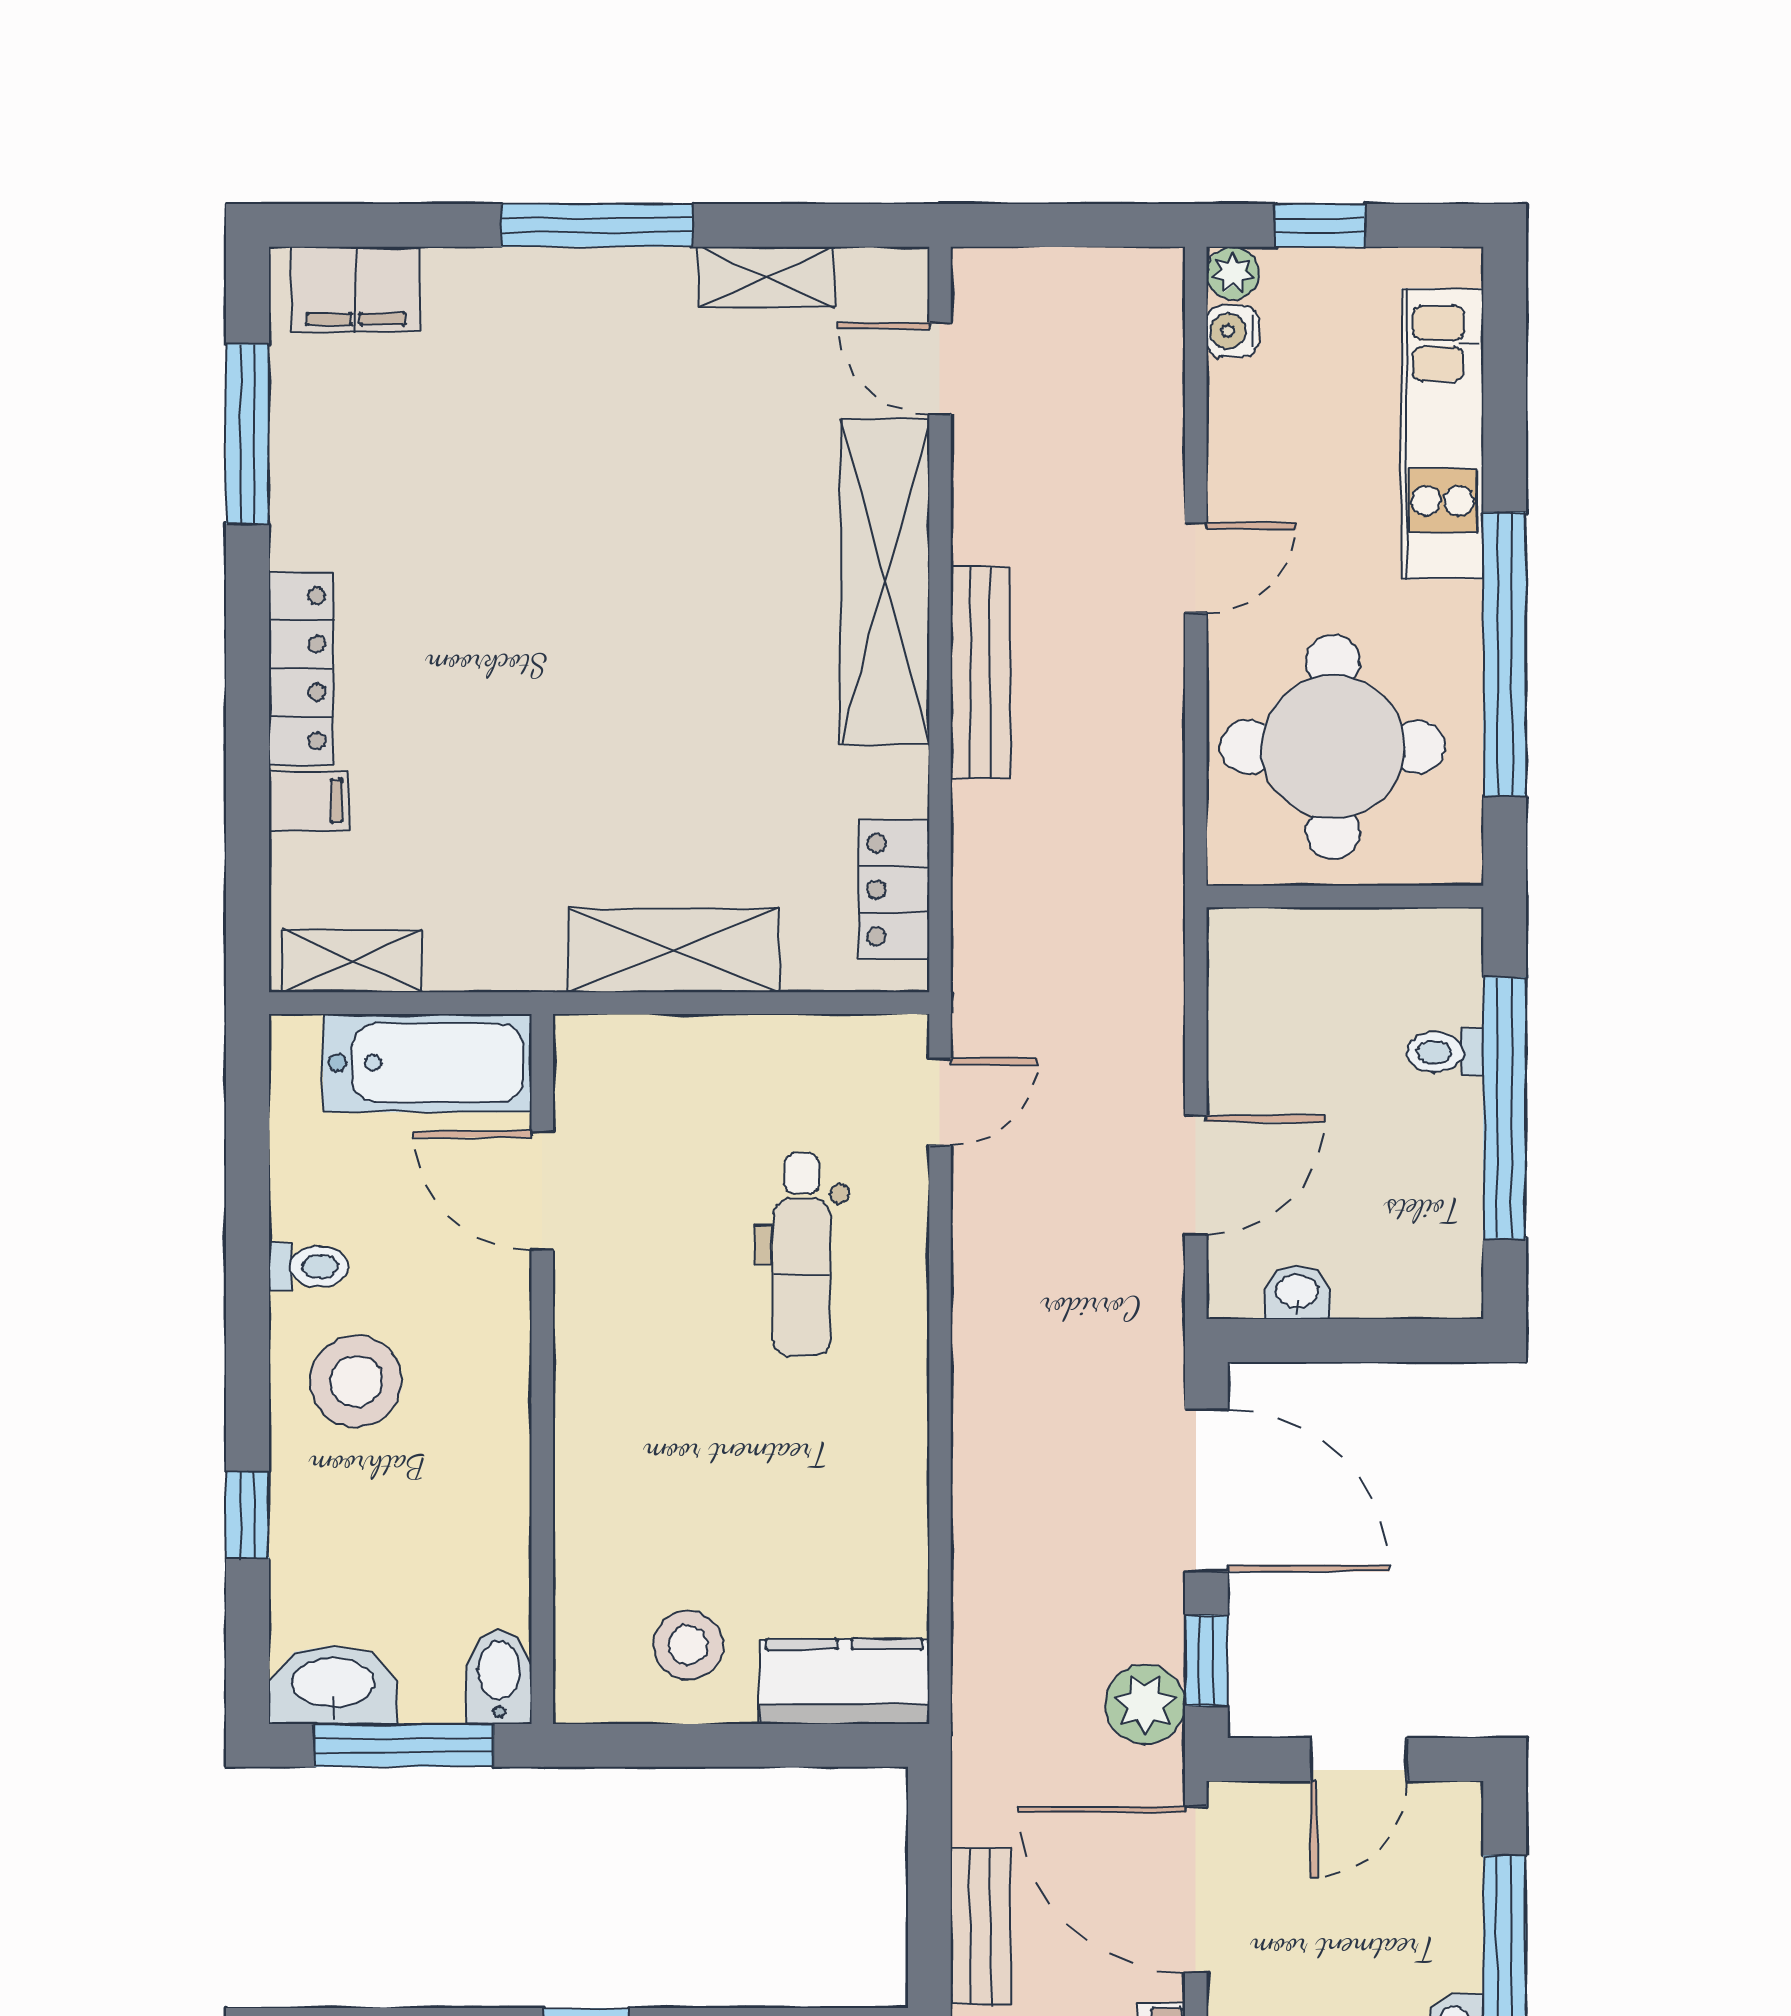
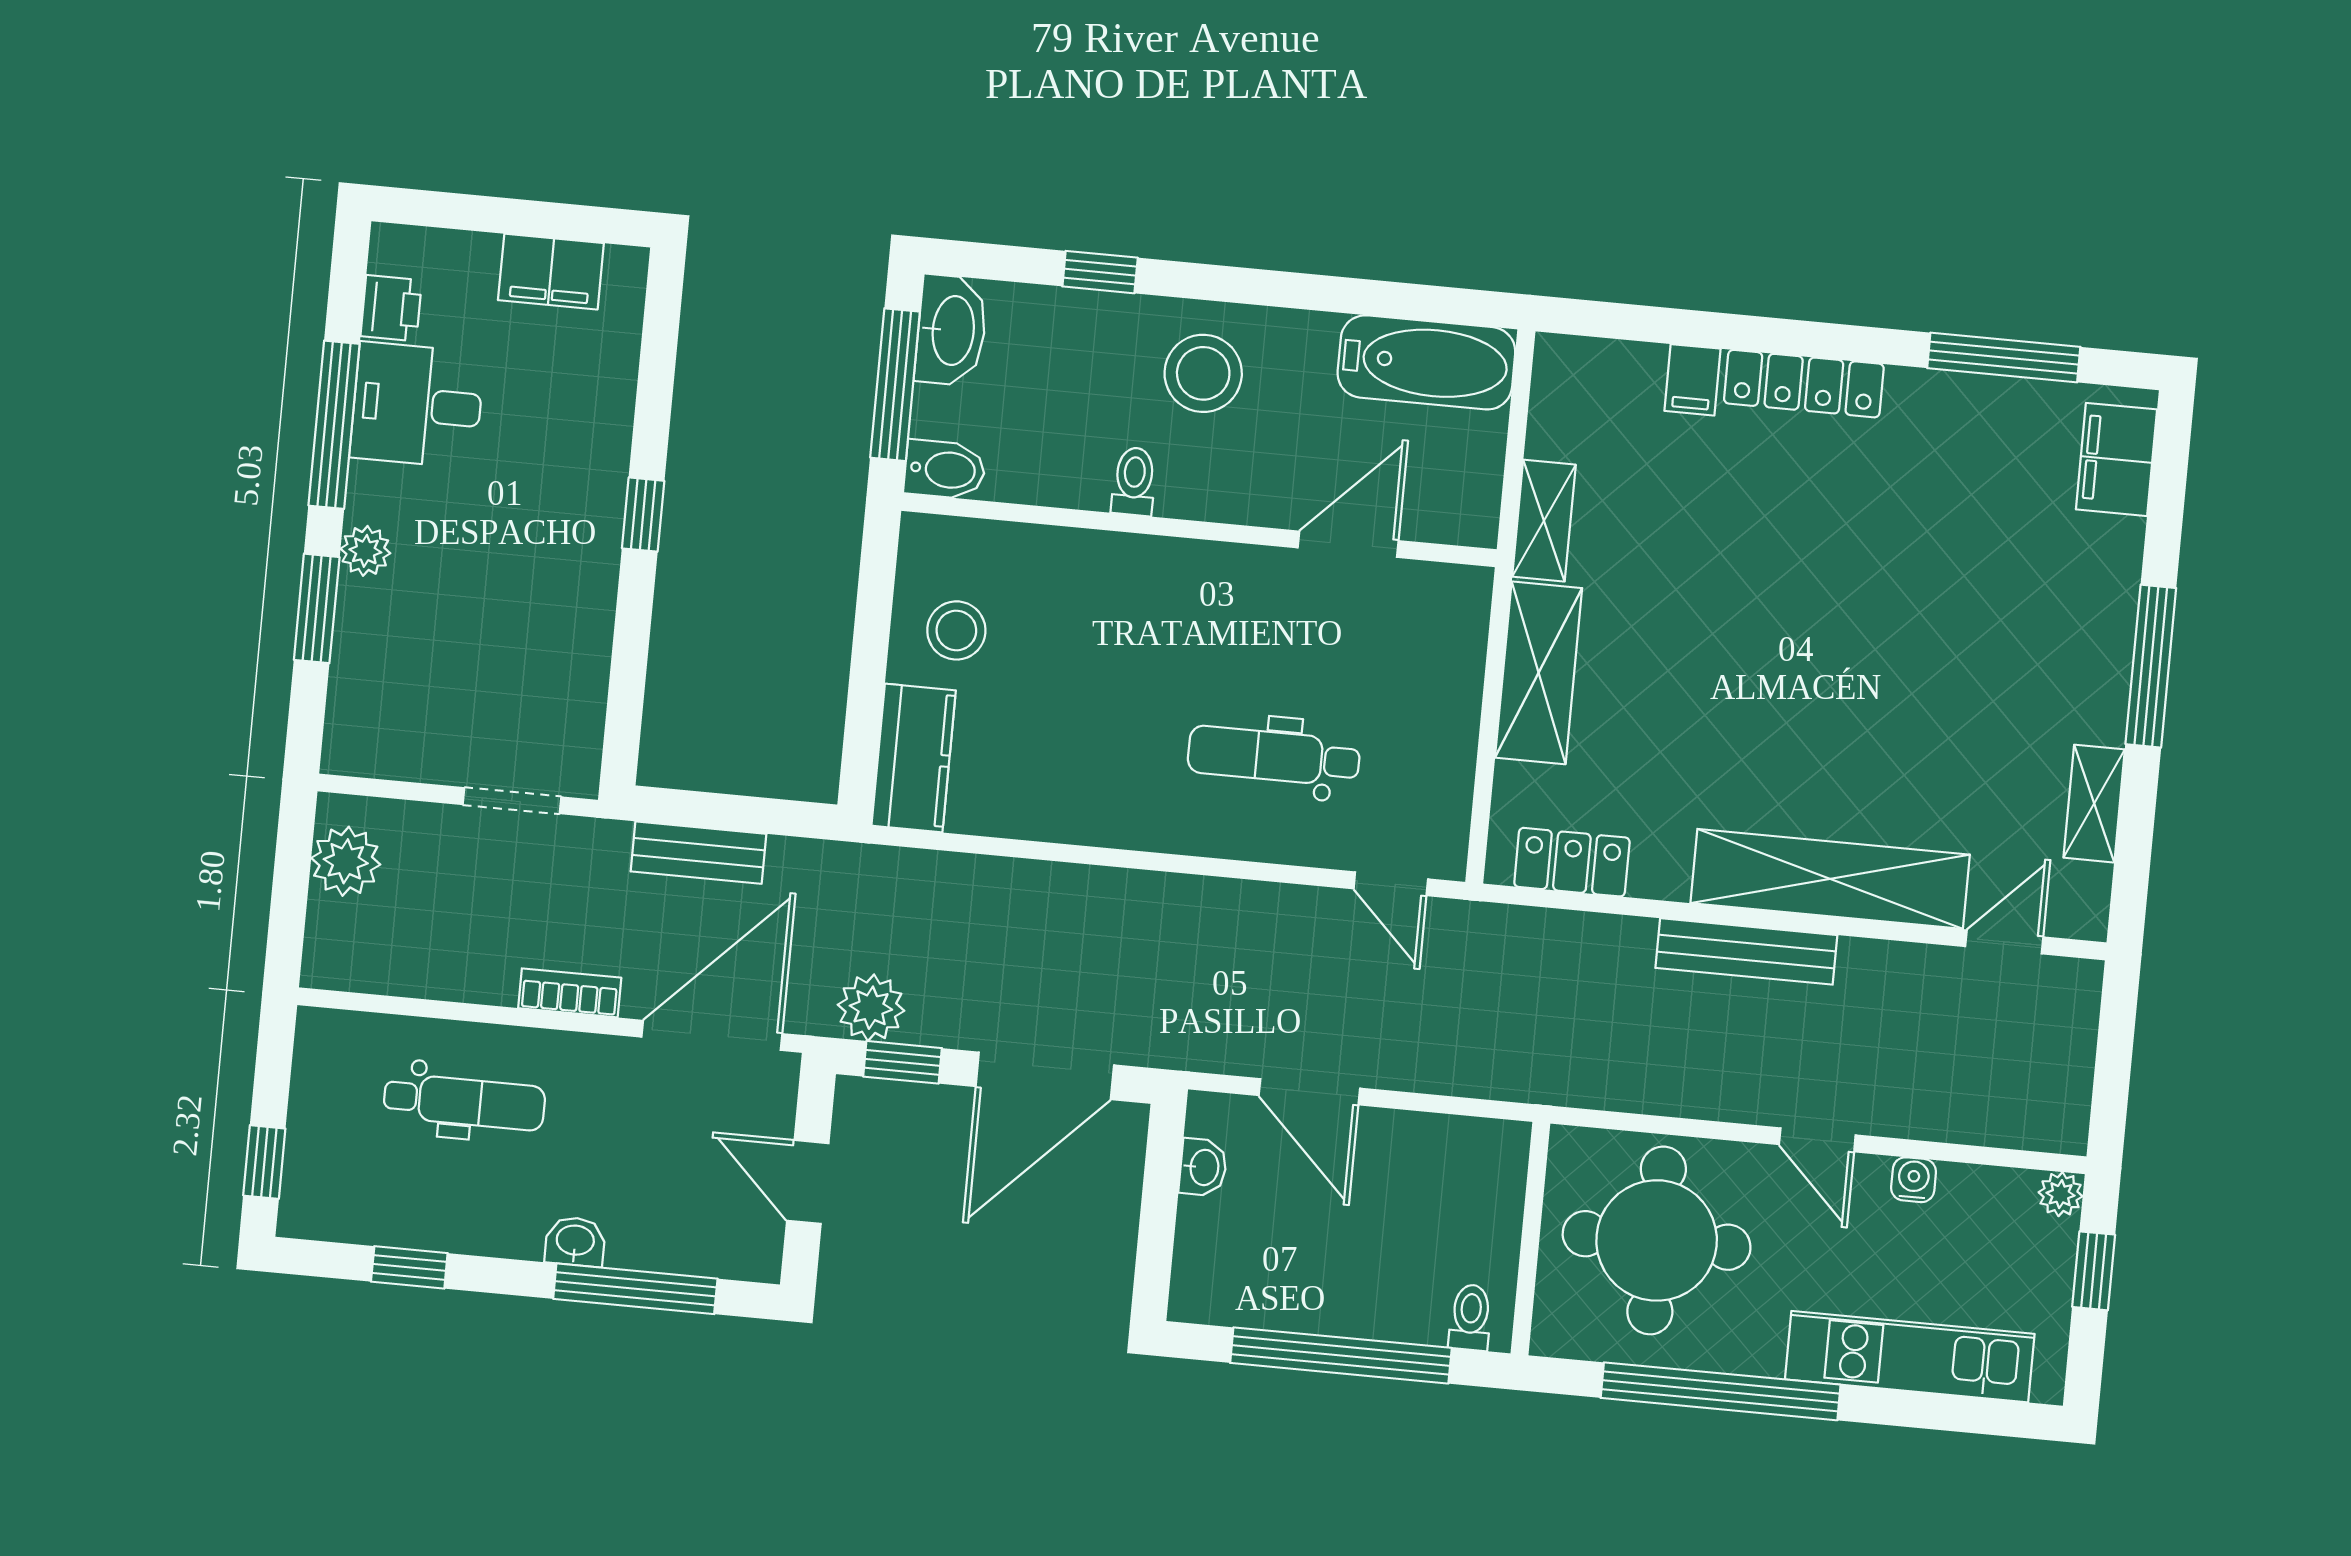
water cooler: (1232, 331) -> (1914, 1180), moved
shelving: (352, 961) -> (1544, 521), moved
toilet: (1445, 1052) -> (1470, 1317), moved
bathtub: (427, 1063) -> (1426, 362), moved, turned -90
toilet: (309, 1267) -> (1134, 481), moved, turned 180

